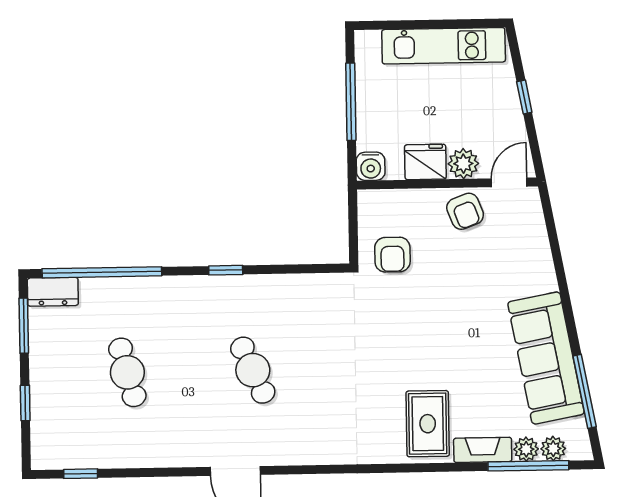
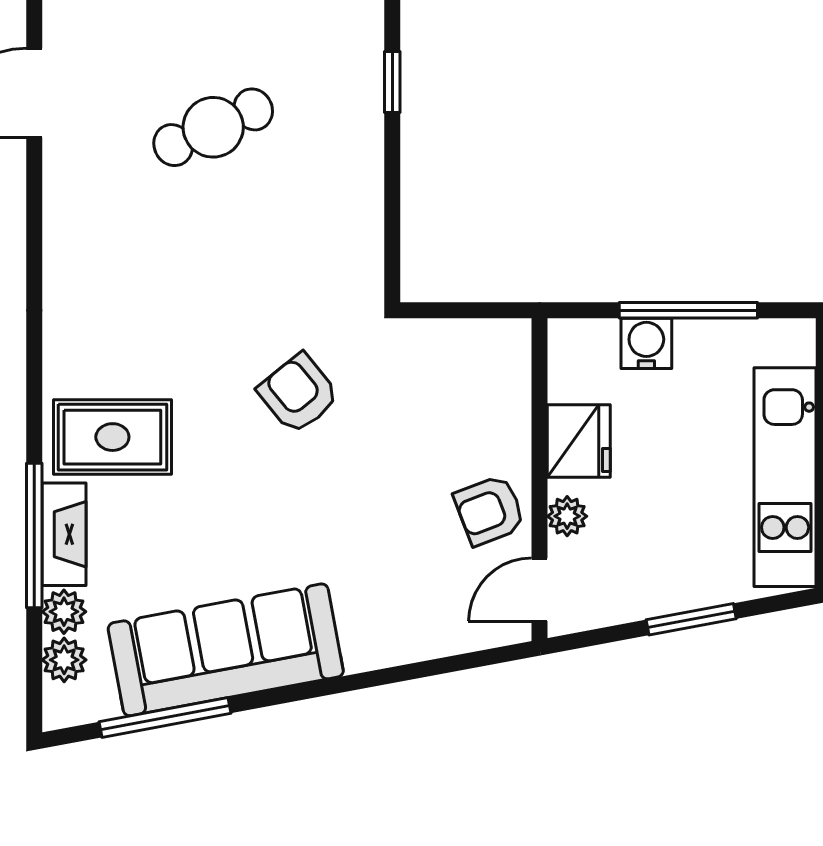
window: (524, 97) -> (691, 619), width x1.50
plant: (463, 164) -> (567, 516), width x0.73, depth x0.73
water cooler: (371, 166) -> (646, 343), moved, turned 90
door: (509, 182) -> (540, 590), swing flipped
armchair: (392, 255) -> (298, 394), moved, turned 51
window: (528, 466) -> (34, 535), moved

